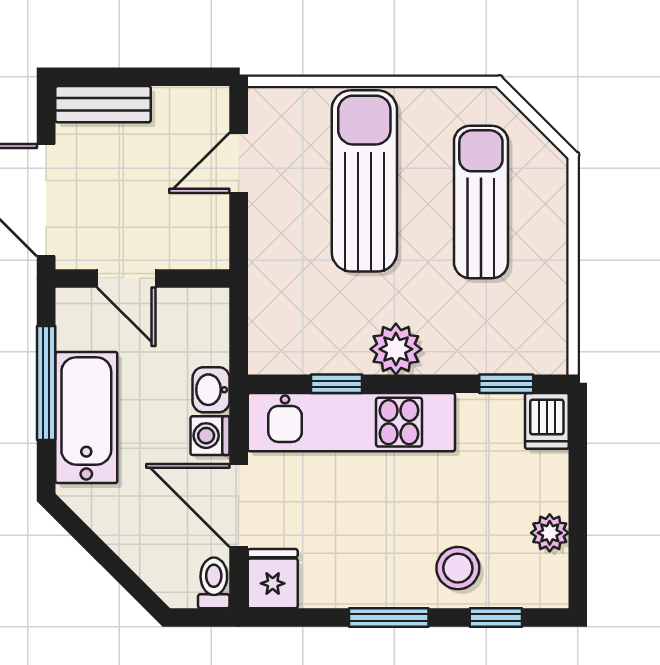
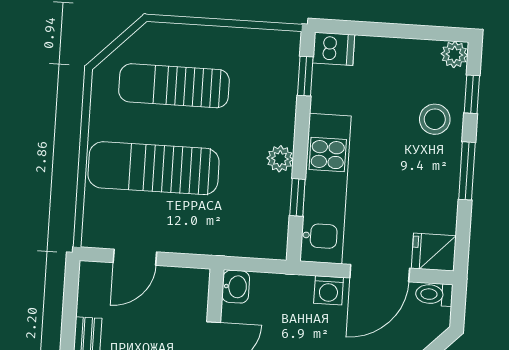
door: (239, 163) -> (135, 257), hinge flipped
plant: (396, 349) -> (280, 159), width x0.73, depth x0.73
washbasin: (211, 390) -> (236, 287), moved, turned -90
plant: (550, 533) -> (454, 54), moved

